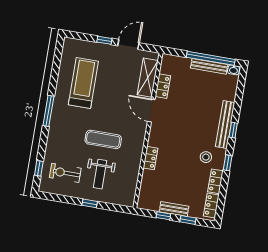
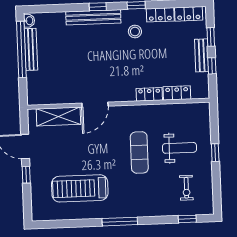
locker: (163, 86) -> (177, 93), moved
exercise bike: (65, 173) -> (186, 188), width x0.73, depth x0.72

